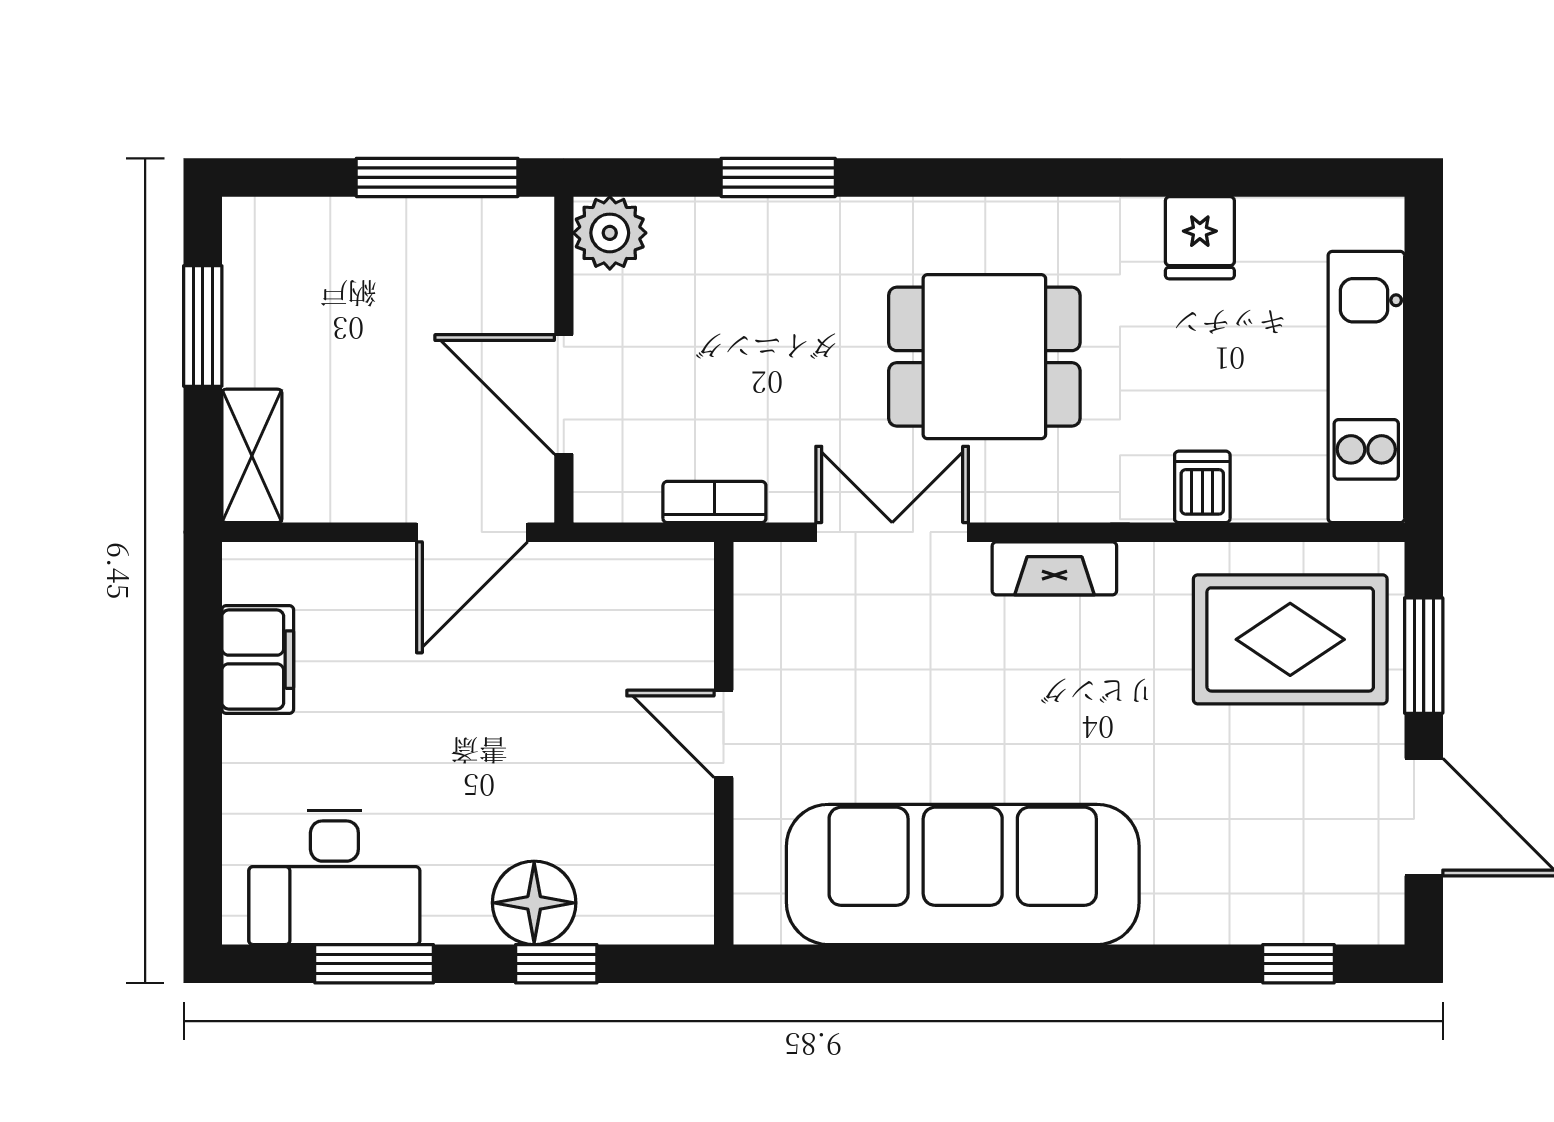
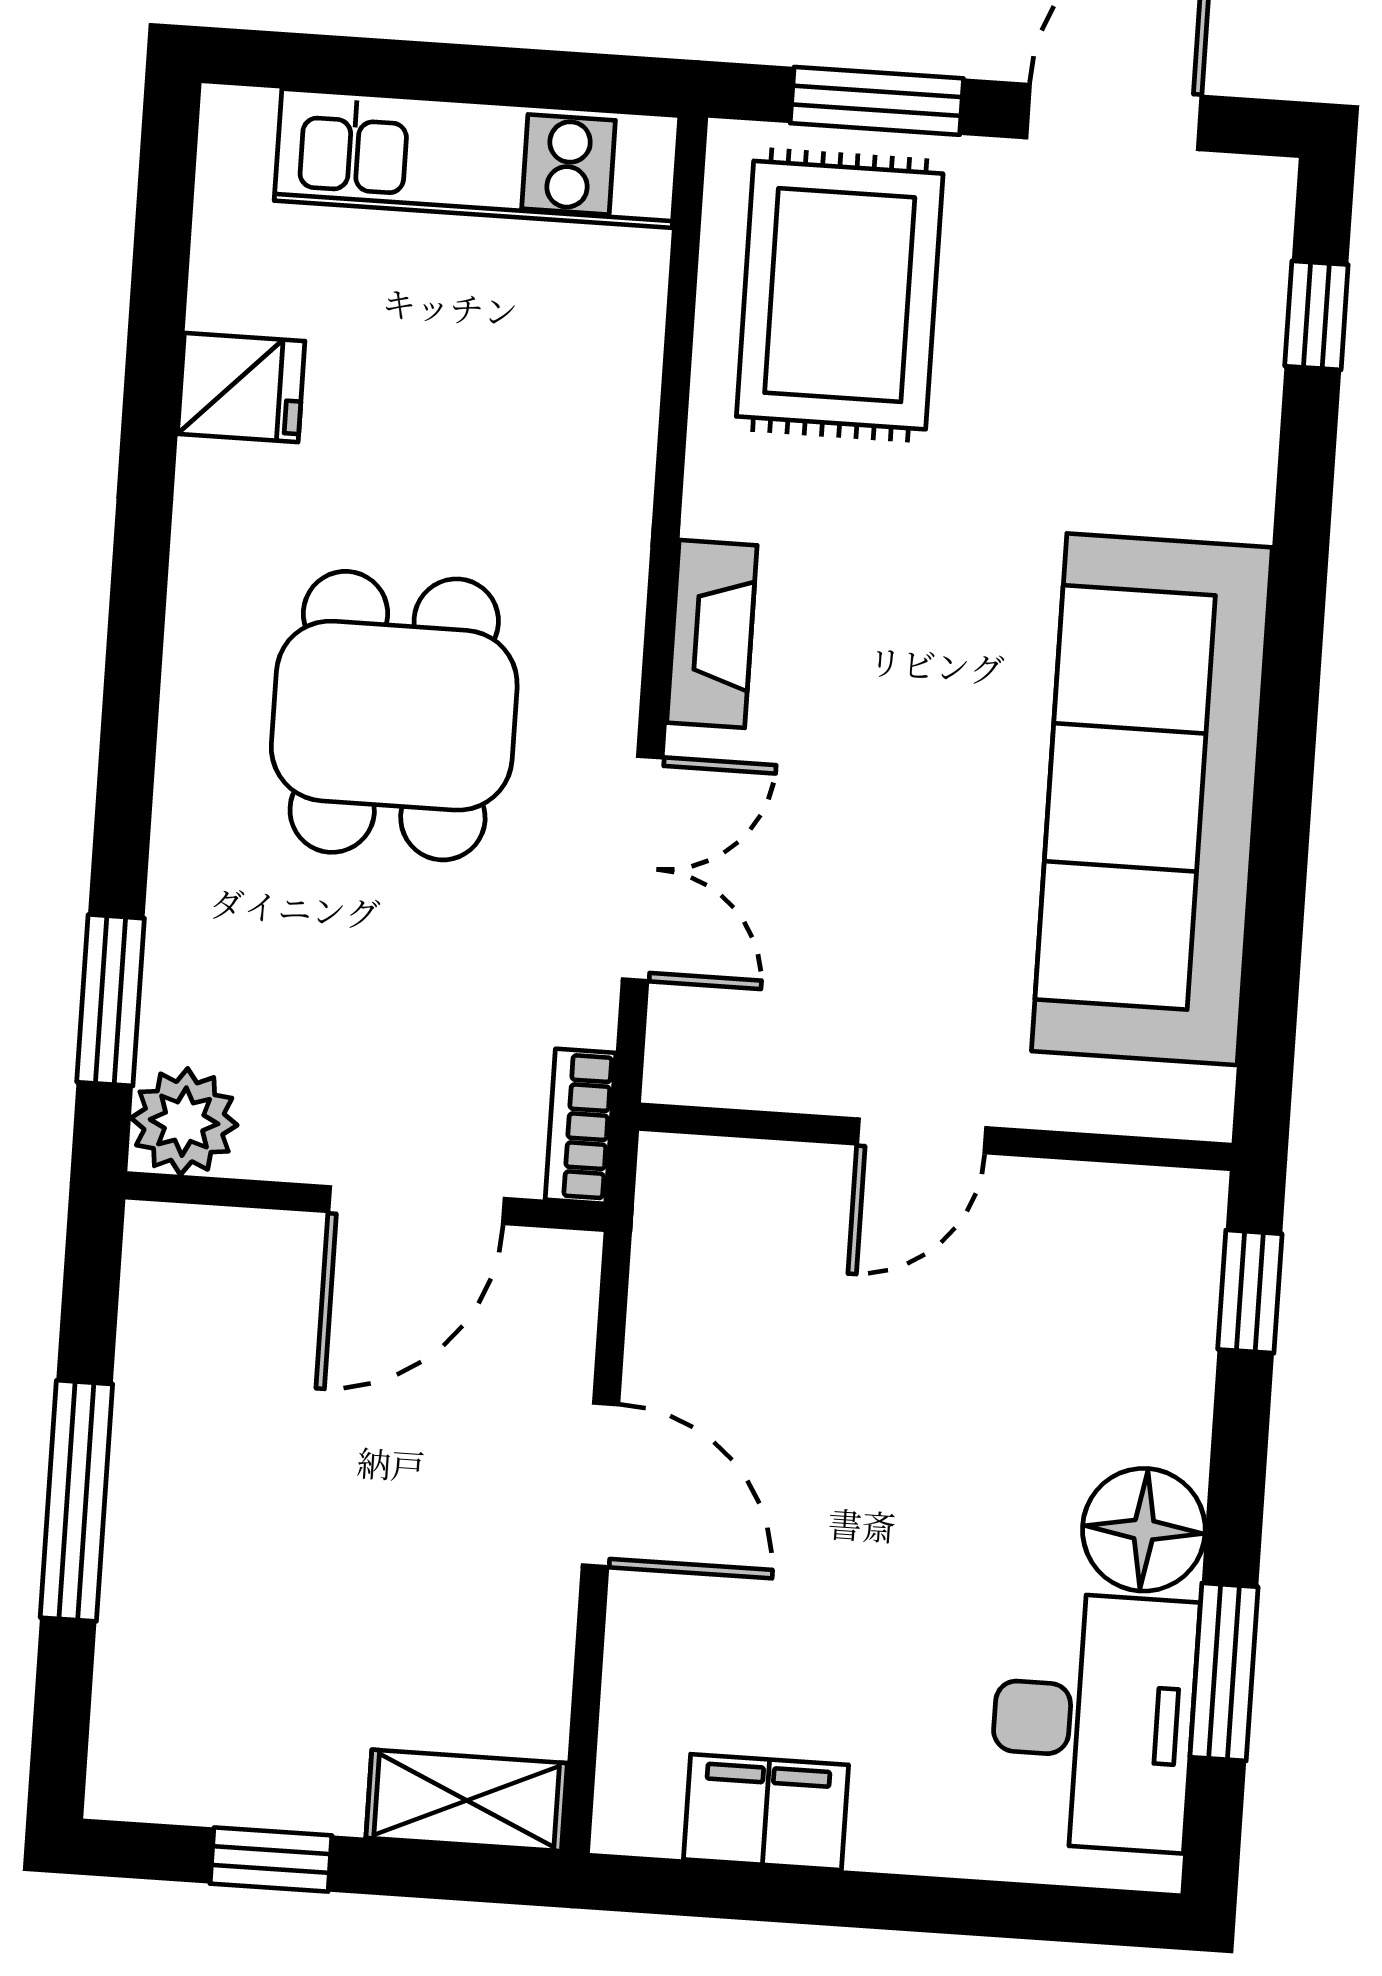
plant: (610, 233) -> (184, 1122), moved
window: (203, 326) -> (271, 1860), width x0.67
wall: (564, 360) -> (365, 1202), moved
door: (564, 394) -> (416, 1205), moved
dishwasher: (1202, 487) -> (607, 409), removed
double door: (892, 532) -> (643, 868), swing flipped
floor lamp: (534, 903) -> (1144, 1530), moved
window: (556, 964) -> (1250, 1292), moved

